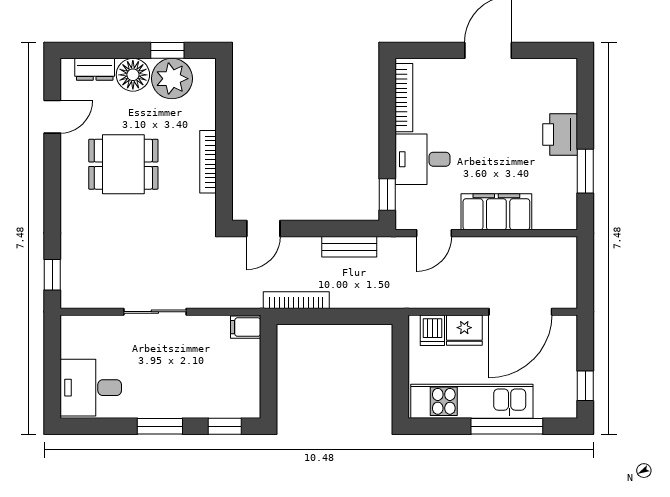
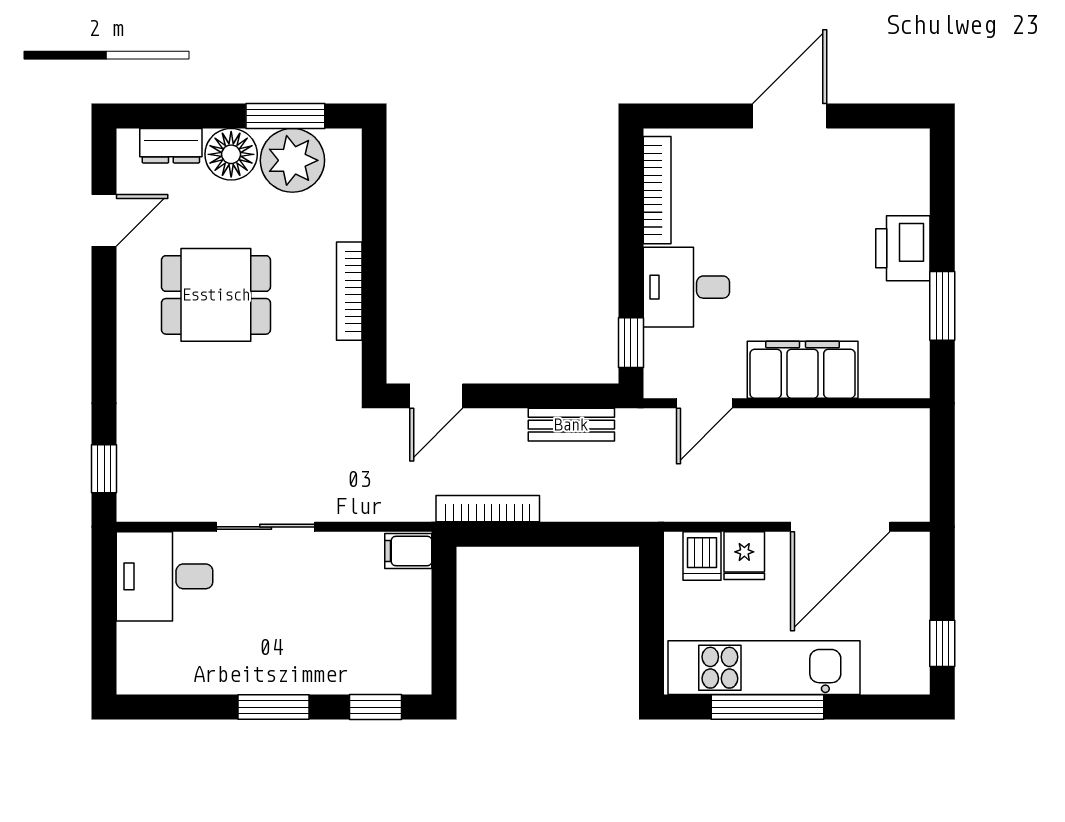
window: (167, 50) -> (285, 116), width x1.50
fridge: (464, 330) -> (744, 556), width x0.72
desk: (91, 388) -> (165, 576), moved
window: (507, 426) -> (768, 707), moved

